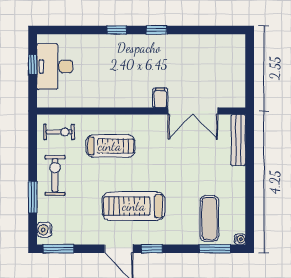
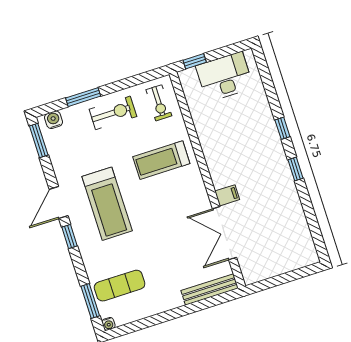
window: (33, 65) -> (195, 61), moved
treadmill: (110, 146) -> (161, 160), turned 90
treadmill: (134, 206) -> (107, 204), turned 180

